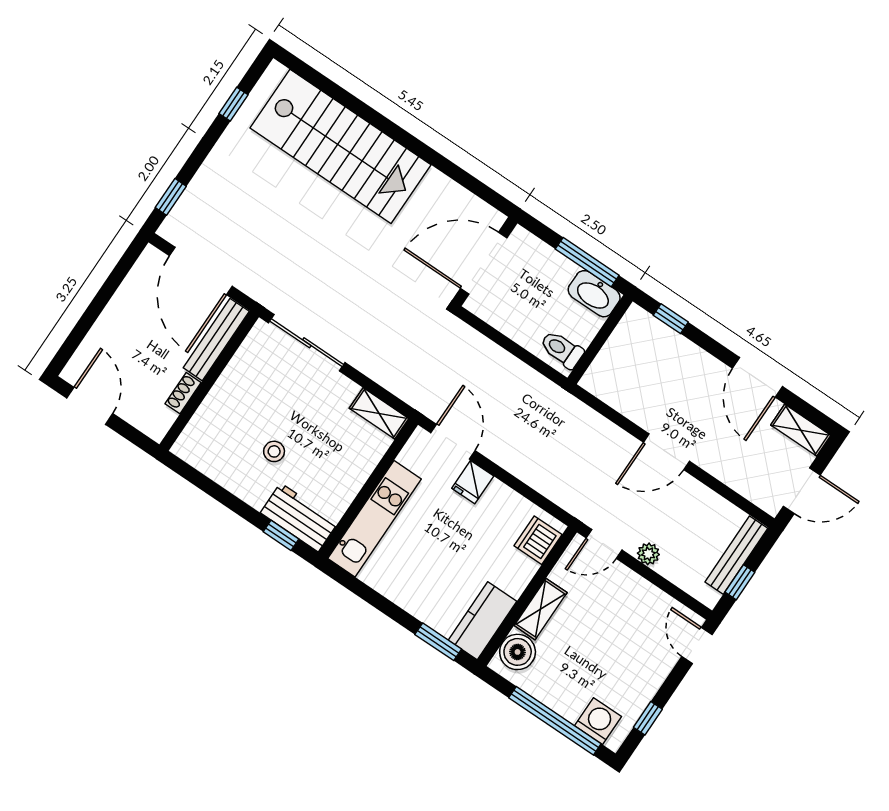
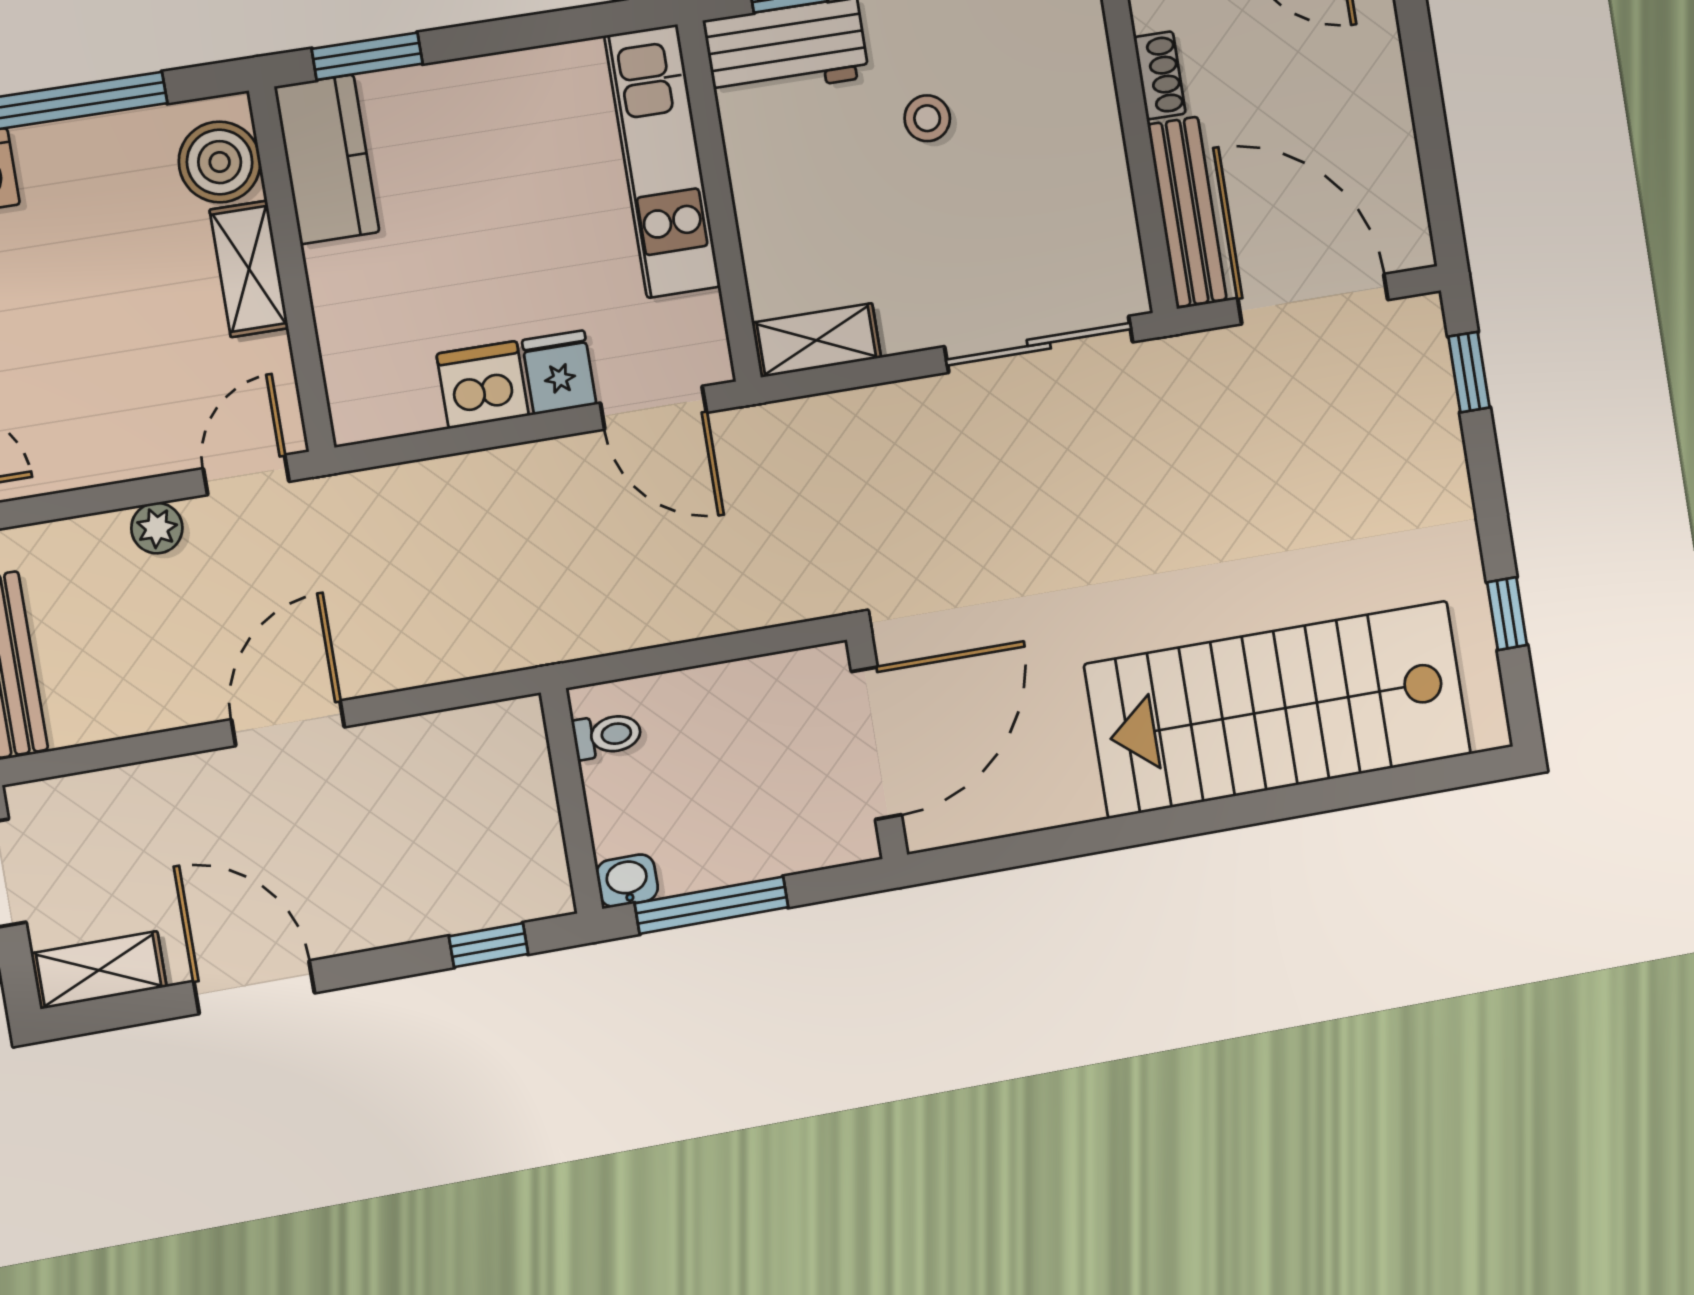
washbasin: (594, 294) -> (627, 881), width x0.52, depth x0.69
toilet: (562, 349) -> (607, 735), width x0.73, depth x0.72
dishwasher: (538, 540) -> (483, 385), moved, turned -90

